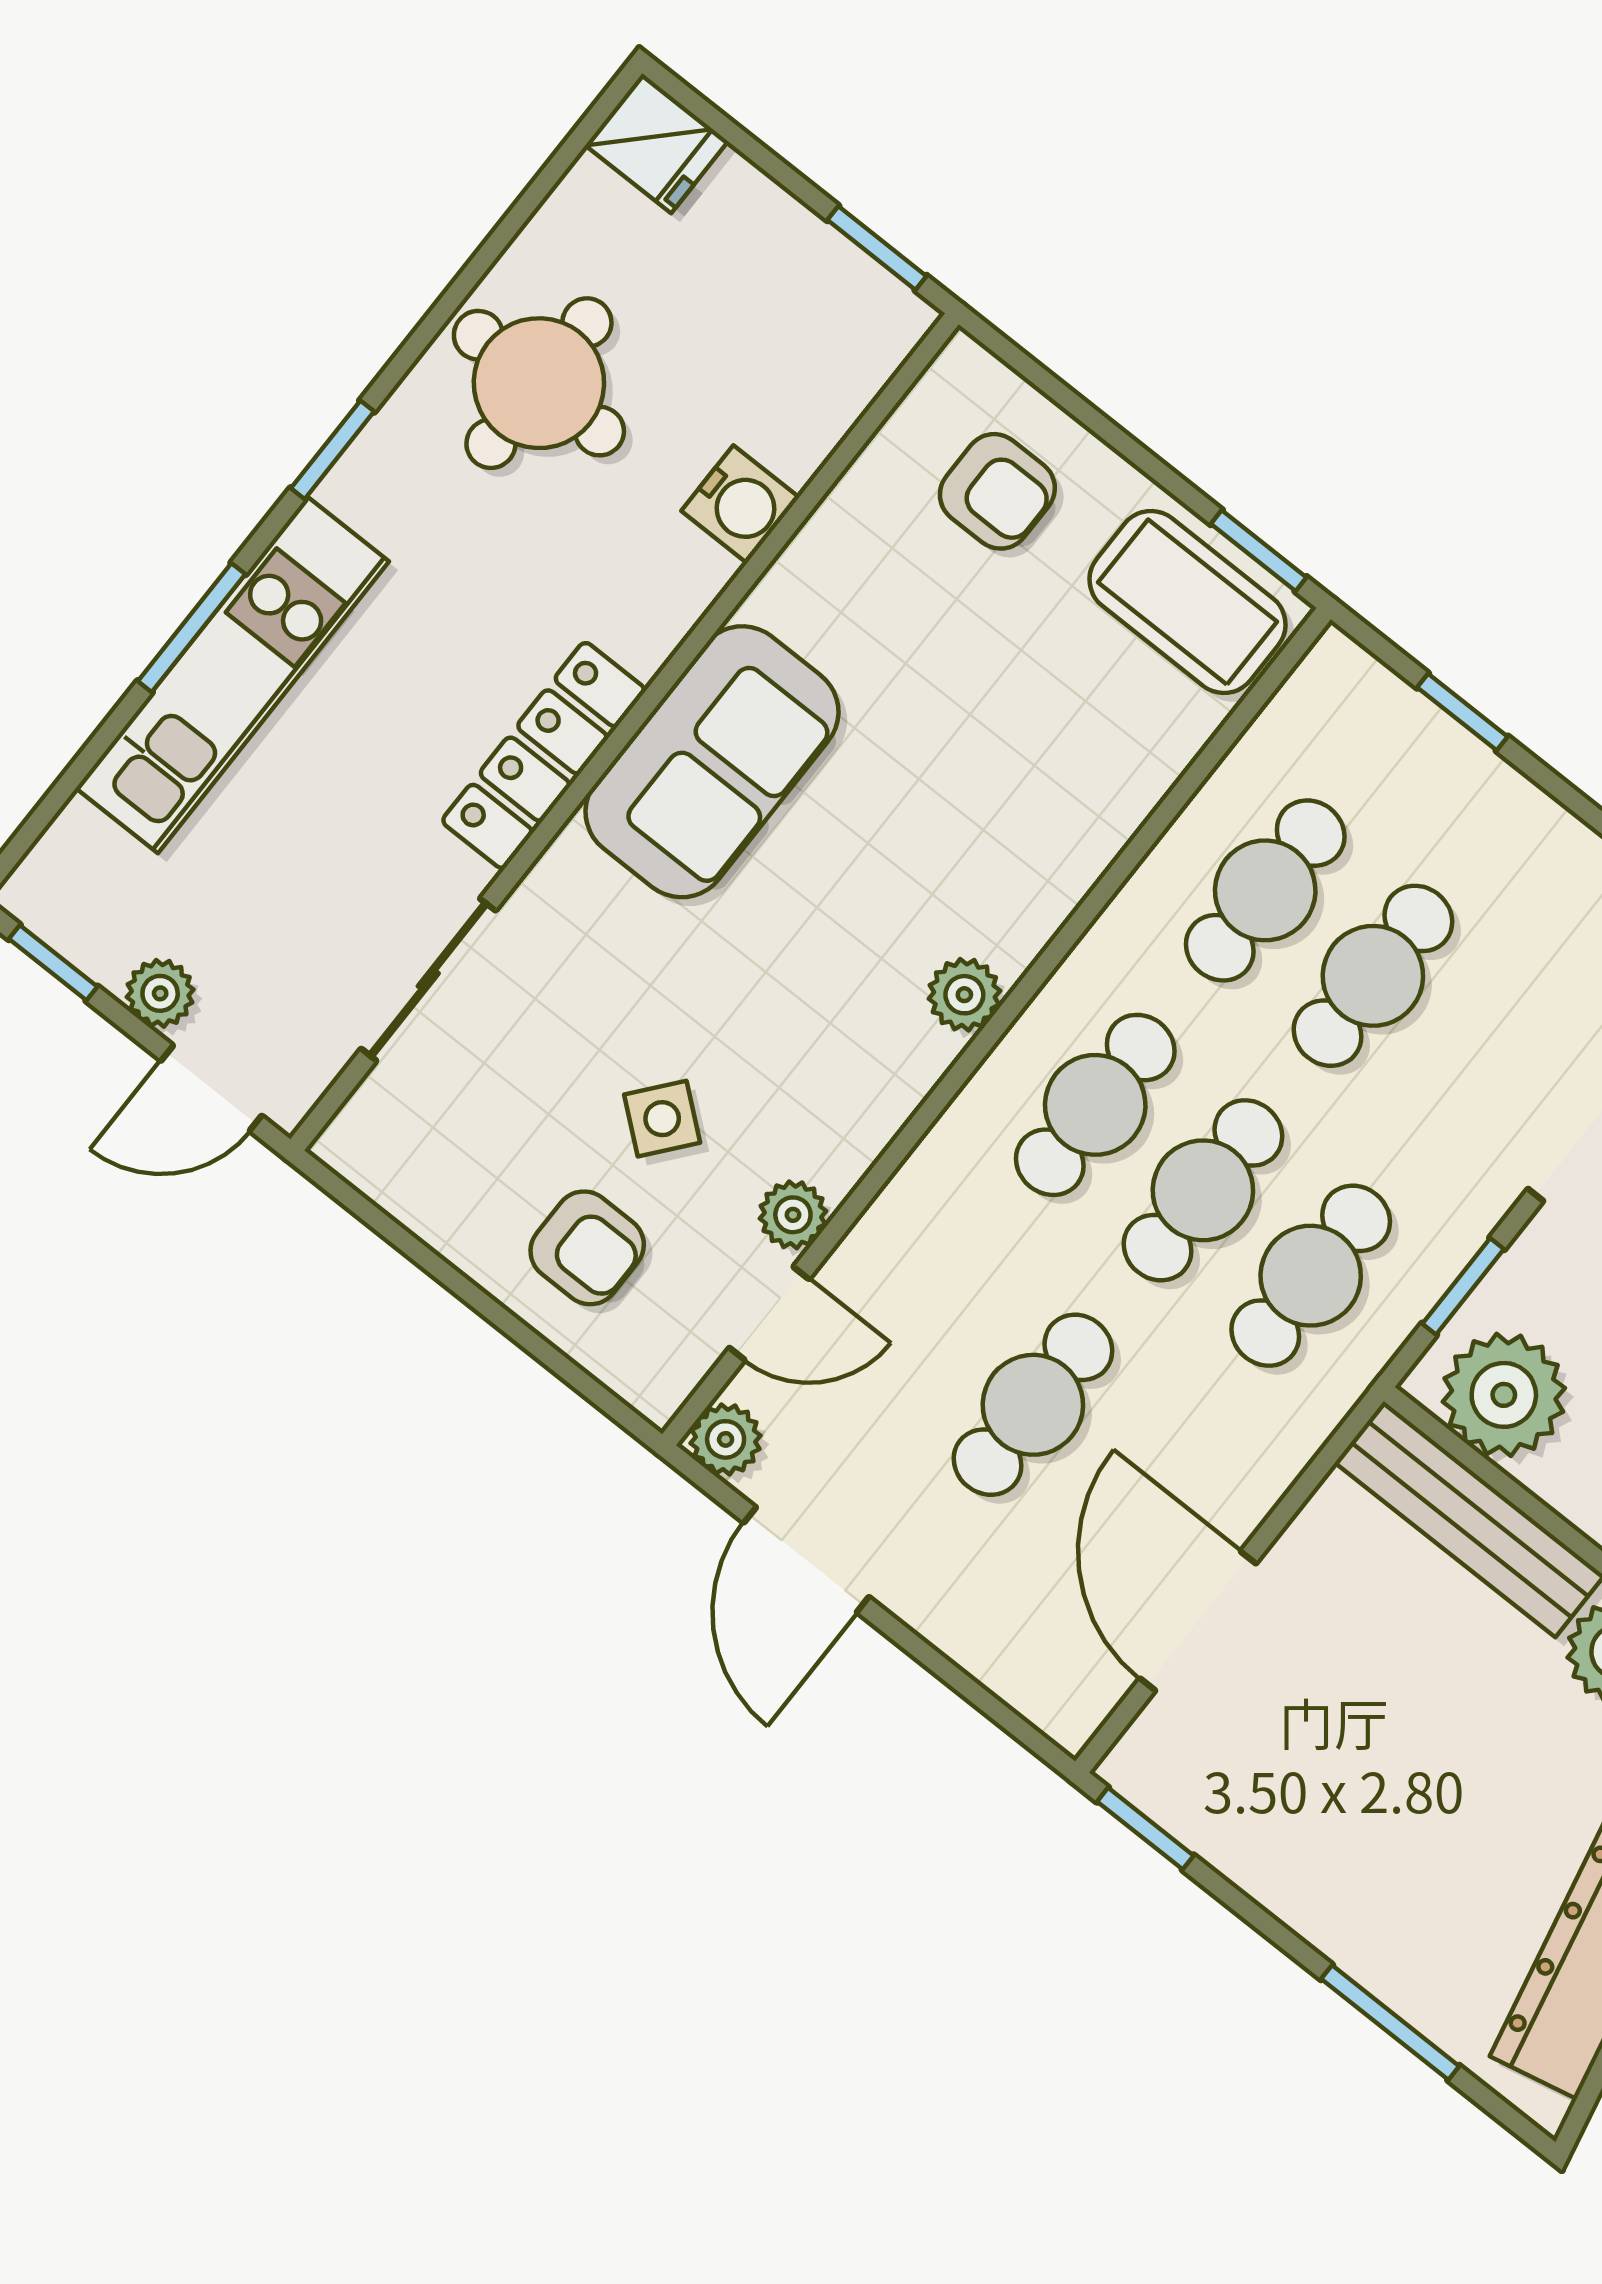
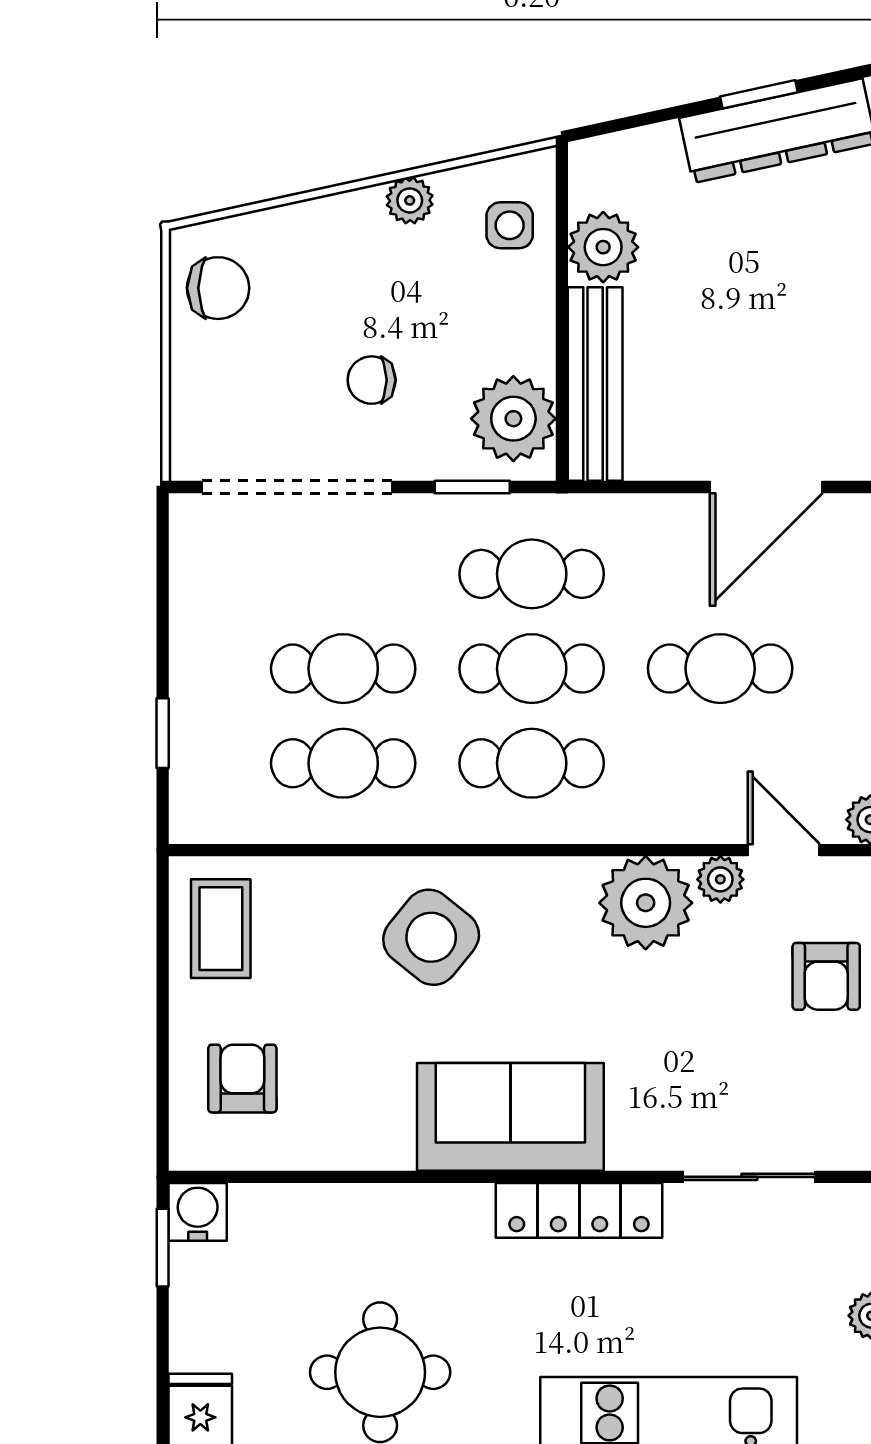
water cooler: (740, 504) -> (198, 1212), moved
window: (1259, 551) -> (163, 912), removed
coffee table: (1188, 602) -> (221, 929), width x0.73, depth x0.77
plant: (964, 995) -> (646, 903), moved, width x1.87, depth x1.87
side table: (662, 1119) -> (431, 937), moved, width x1.87, depth x1.87
armchair: (587, 1248) -> (826, 976), turned 180

